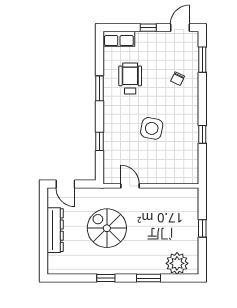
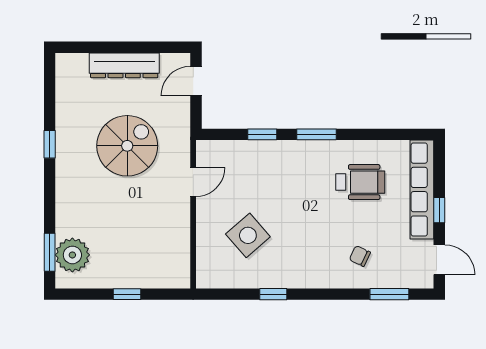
row of seats: (119, 39) -> (422, 190), width x2.02
window: (99, 88) -> (317, 134), moved
side table: (152, 128) -> (248, 235), moved, turned 38
window: (149, 278) -> (50, 252), moved

